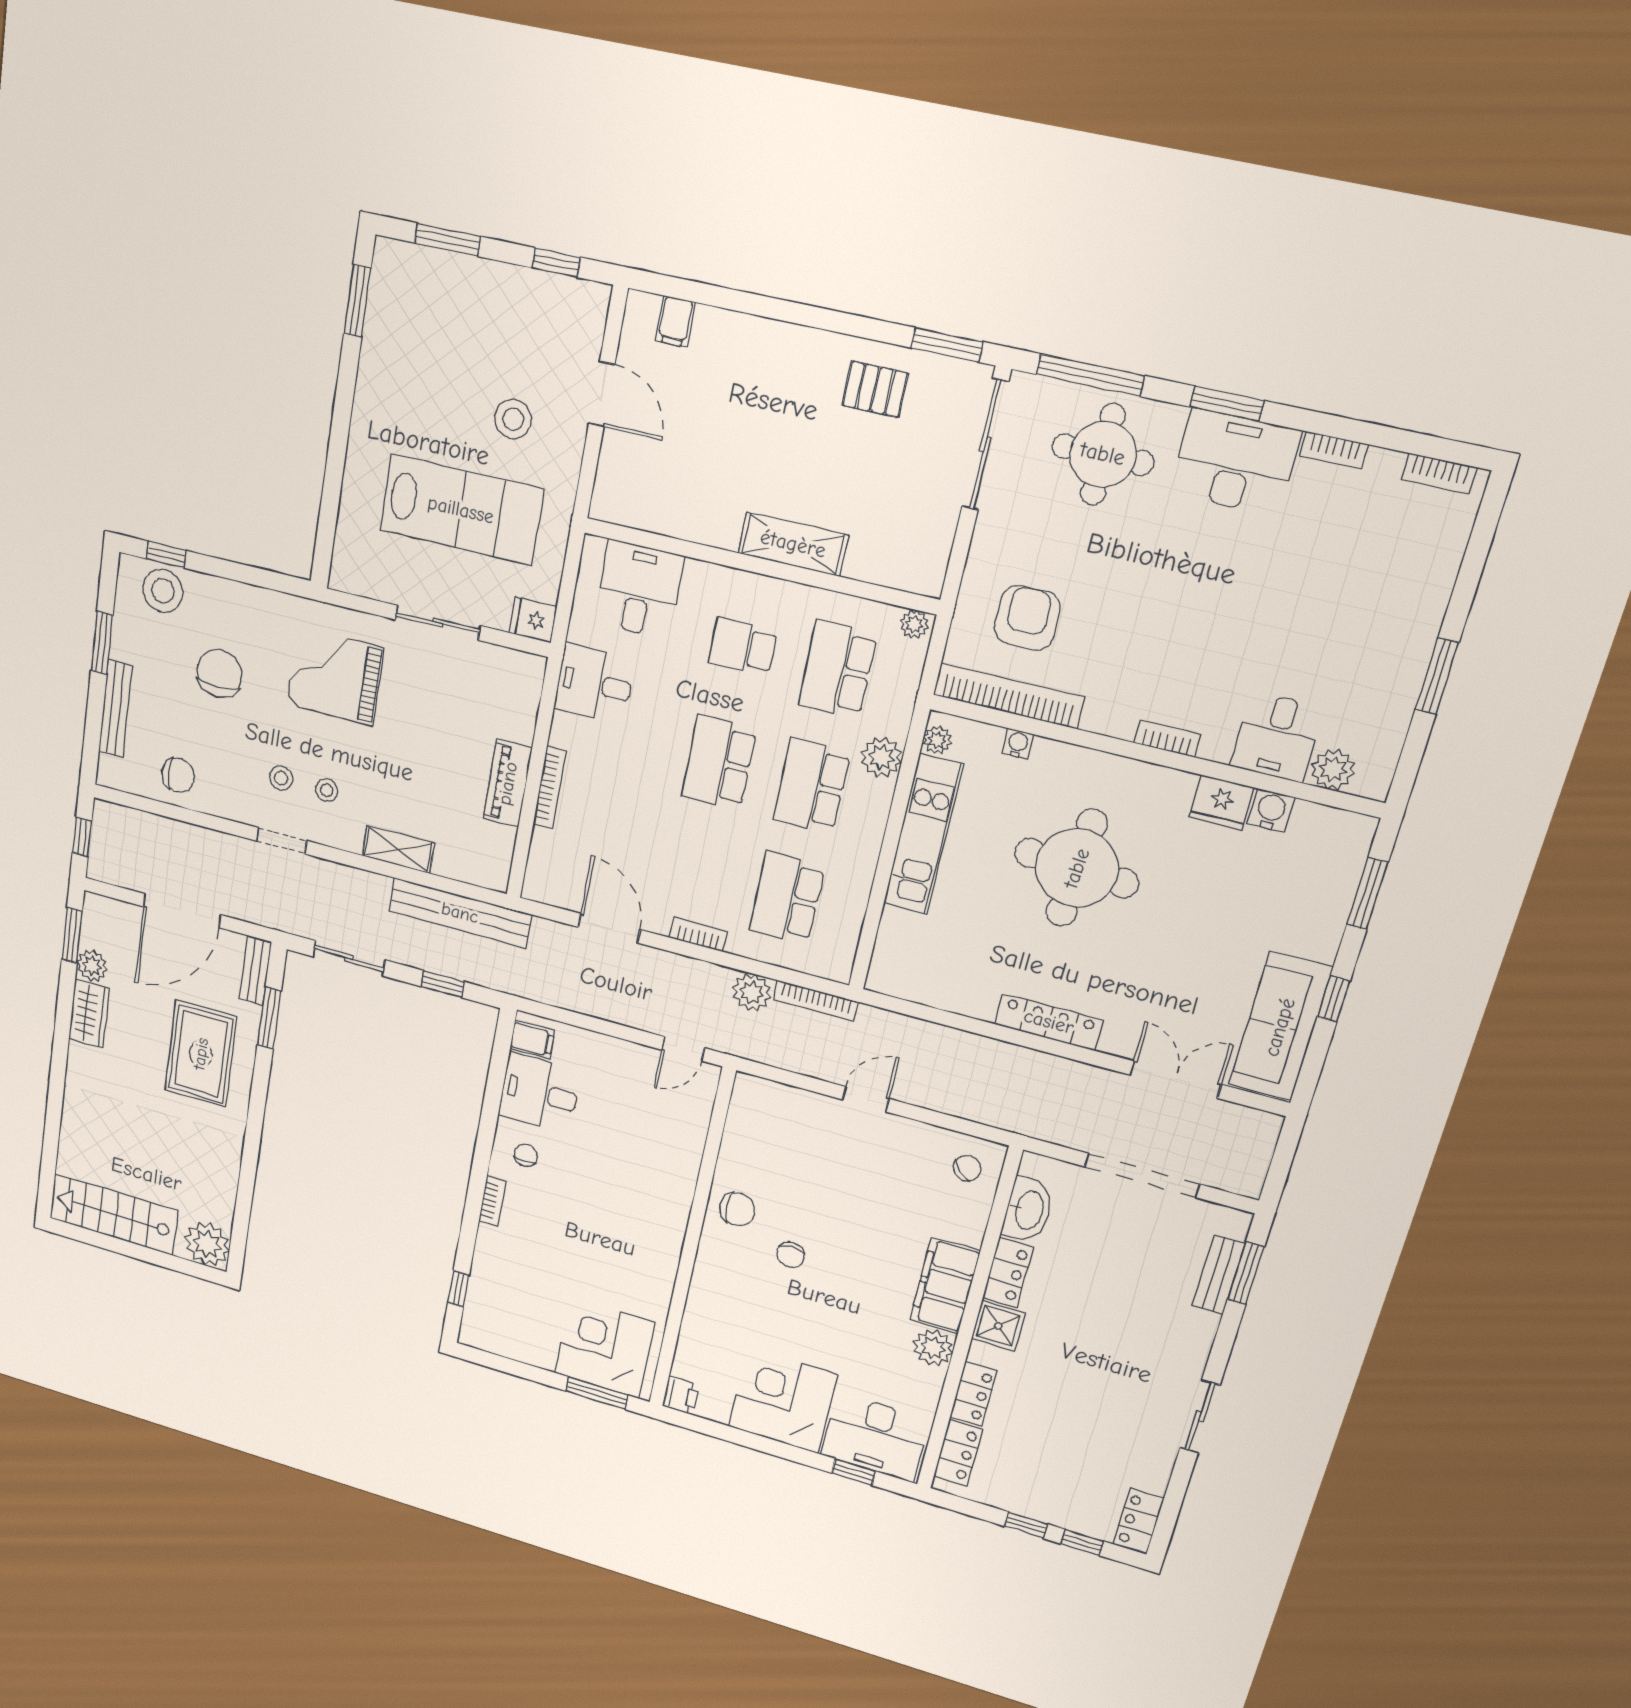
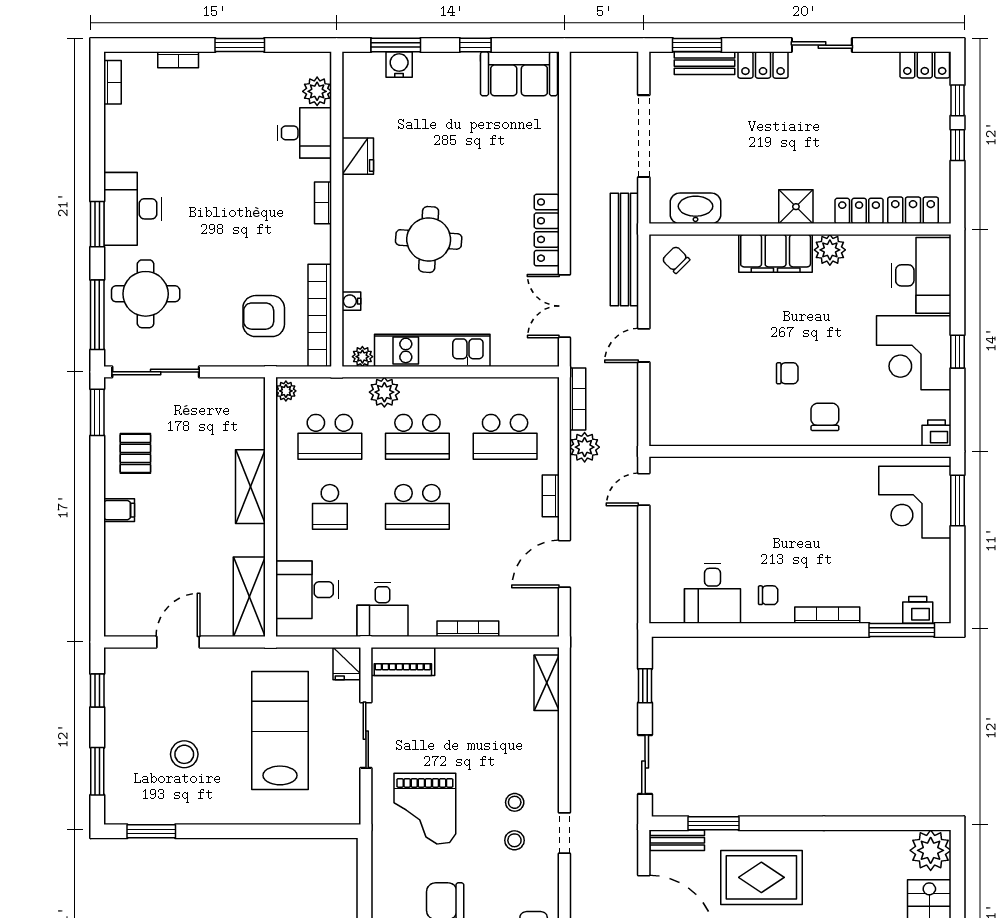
filing cabinet: (675, 321) -> (119, 510), moved
stool: (513, 419) -> (184, 754), moved
bookcase: (1334, 450) -> (178, 60), moved, turned 90
shelving: (644, 508) -> (249, 597), added
piano: (508, 783) -> (403, 661), moved
water cooler: (1271, 810) -> (399, 65), moved, turned 90
shelving: (398, 850) -> (547, 683), moved
round table: (1077, 868) -> (429, 239), width x0.73, depth x0.73
bench: (460, 913) -> (624, 250), moved
sofa: (1280, 1027) -> (519, 74), width x0.73
filing cabinet: (532, 1040) -> (670, 607), removed
door: (683, 1049) -> (644, 489), swing flipped
double door: (1175, 1080) -> (564, 306), moved
door: (866, 1099) -> (644, 345), hinge flipped
chair: (526, 1155) -> (768, 595), turned 180
bookcase: (493, 1201) -> (827, 615), width x1.56
chair: (737, 1209) -> (825, 417), moved
locker: (1008, 1273) -> (763, 65), moved, turned 180
window: (458, 1289) -> (902, 630), width x2.17
printer: (479, 1313) -> (918, 610), added
window: (853, 1472) -> (957, 352), moved

